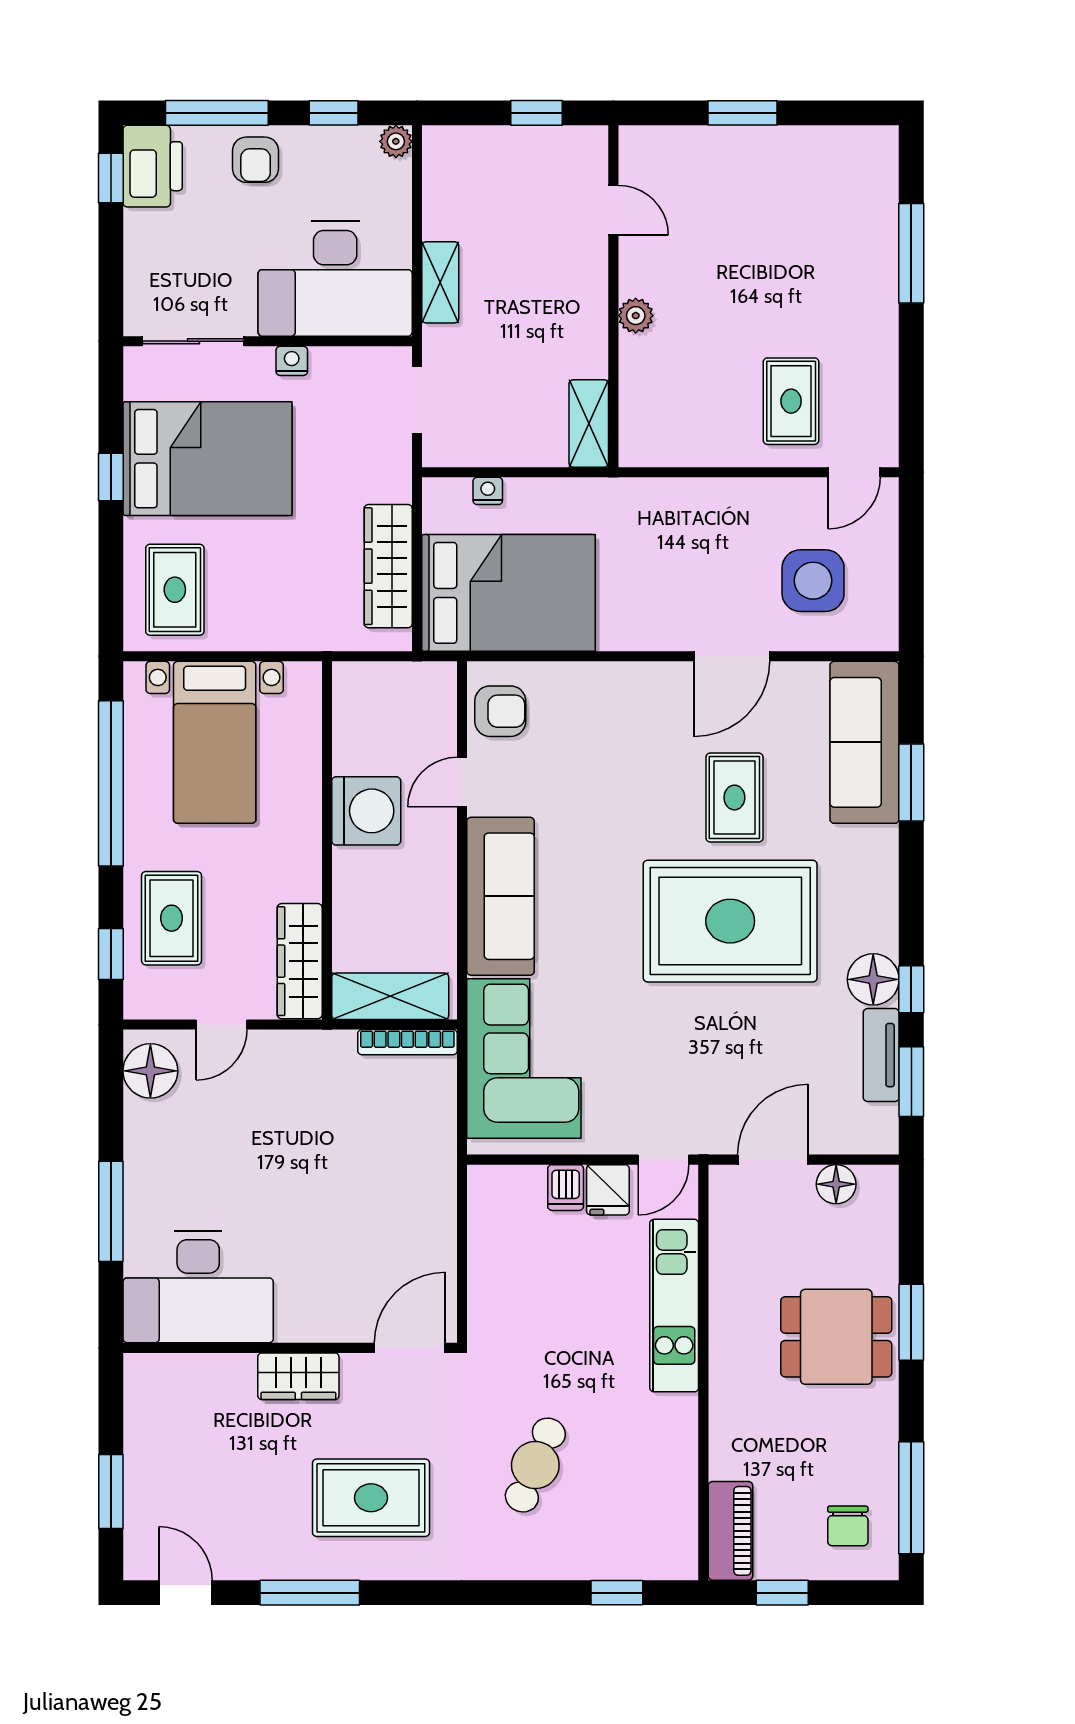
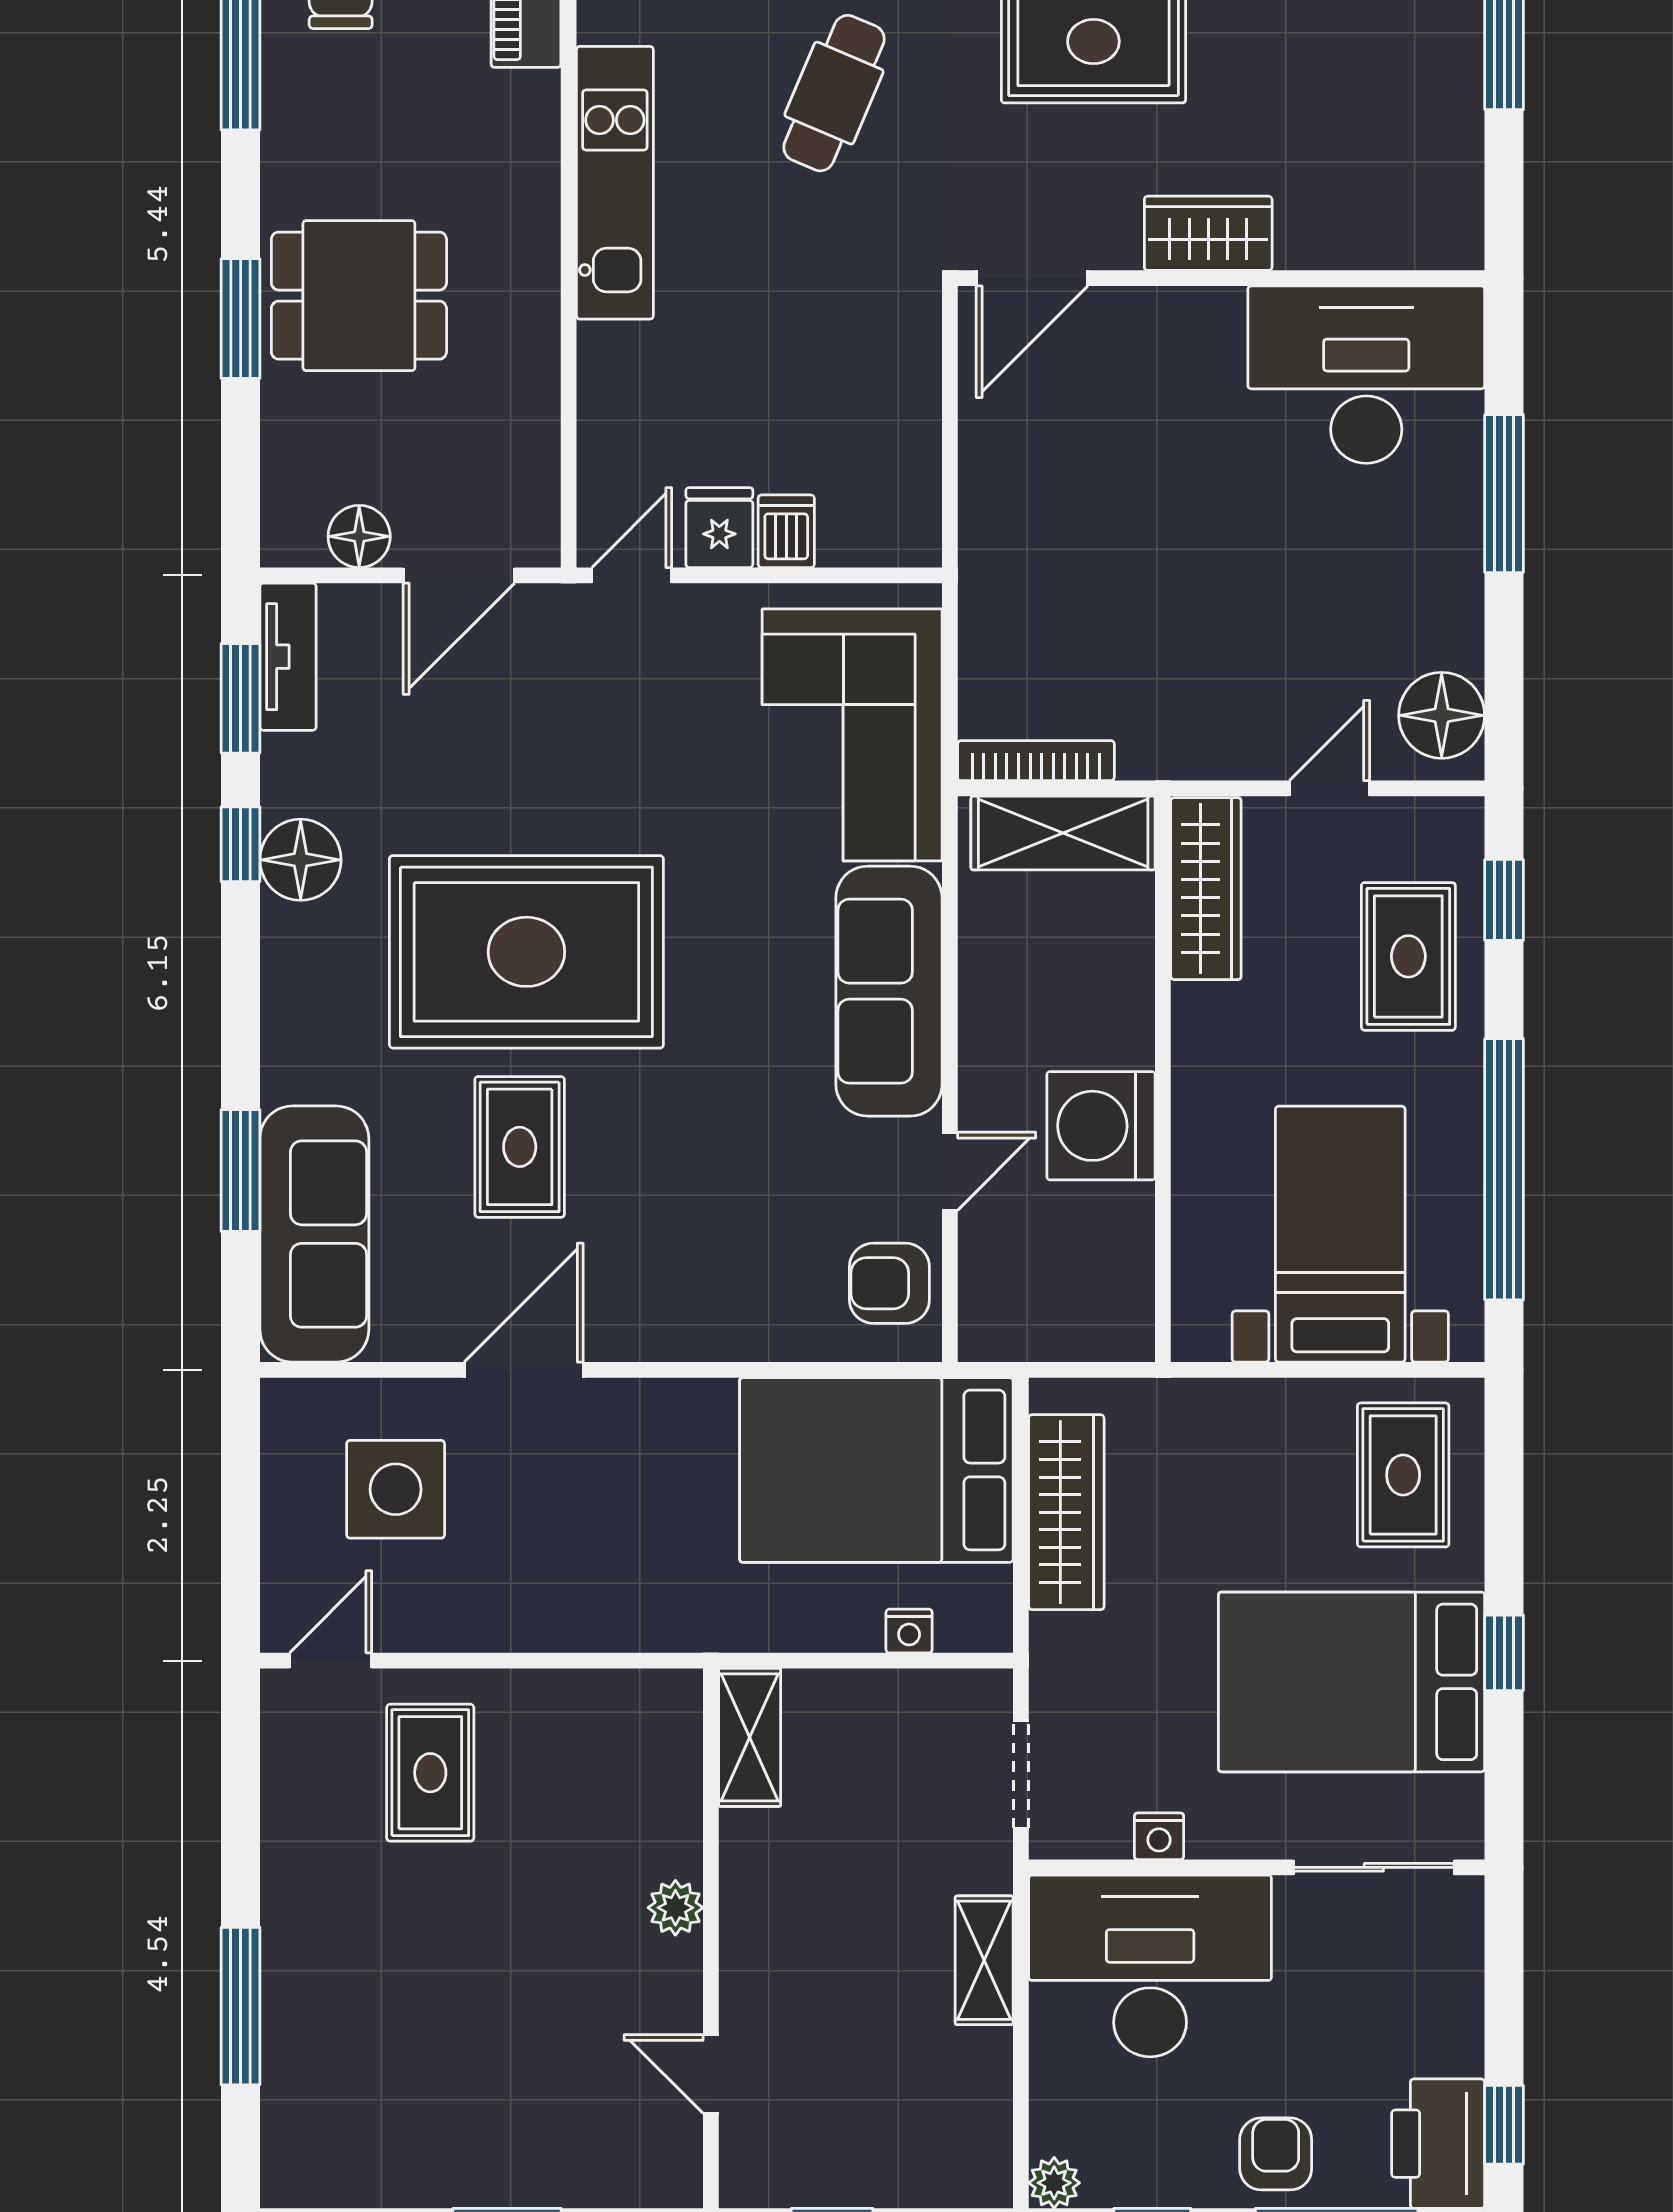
nightstand: (292, 361) -> (1159, 1836), moved
tv unit: (881, 1055) -> (288, 657), moved
kitchen unit: (674, 1306) -> (615, 183), moved

